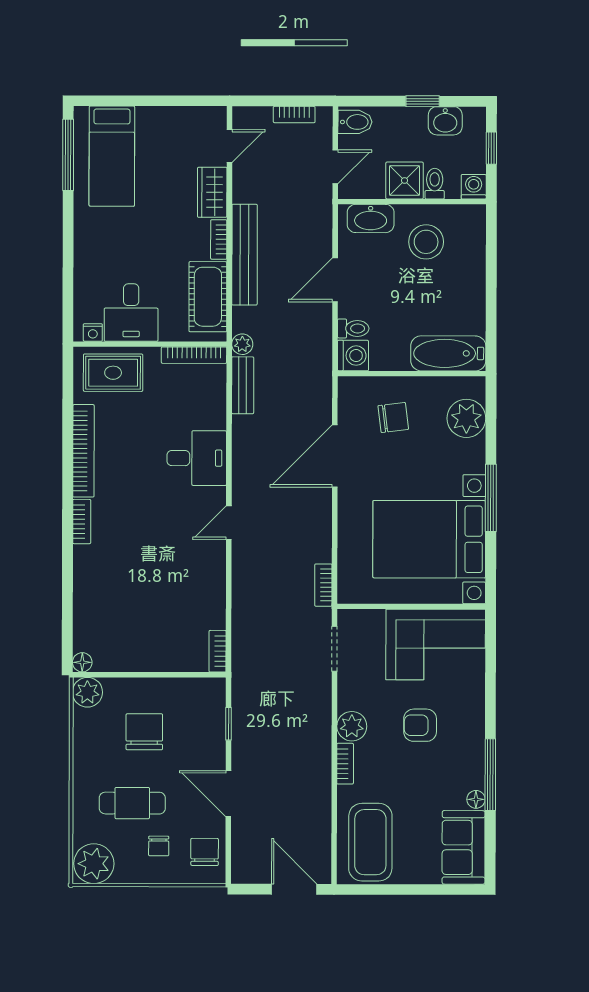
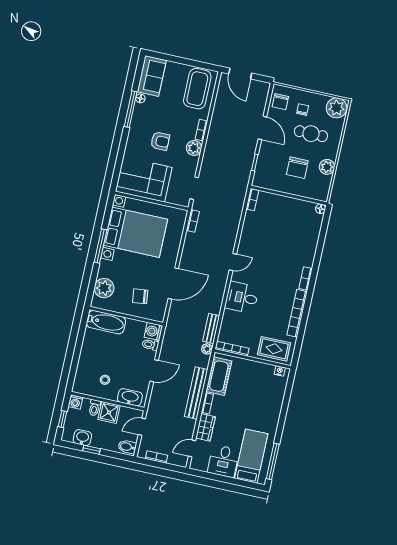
stool: (426, 242) -> (105, 380), width x0.53, depth x0.53
desk: (131, 313) -> (223, 461), moved, turned 180
plant: (87, 692) -> (327, 167), moved

